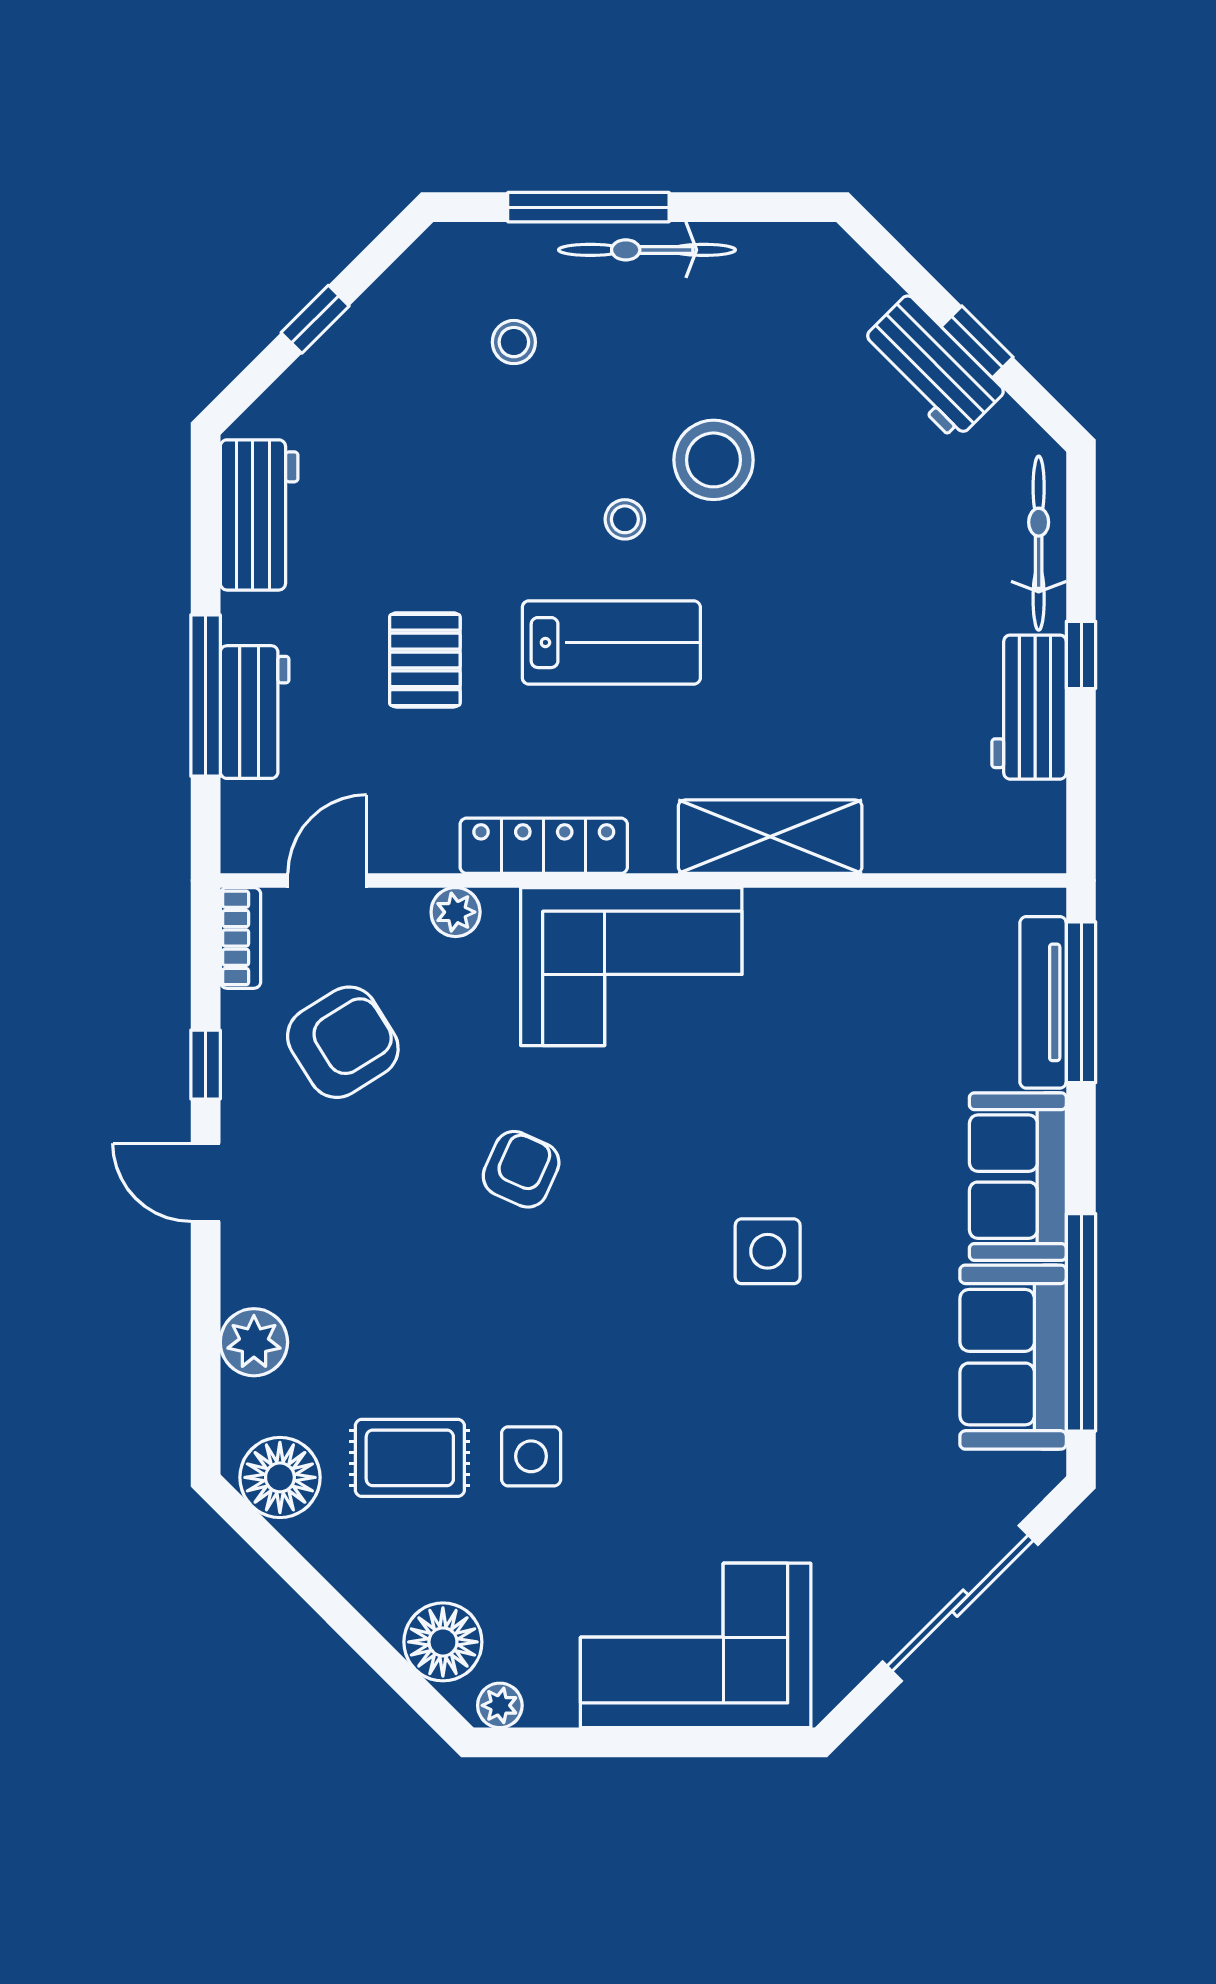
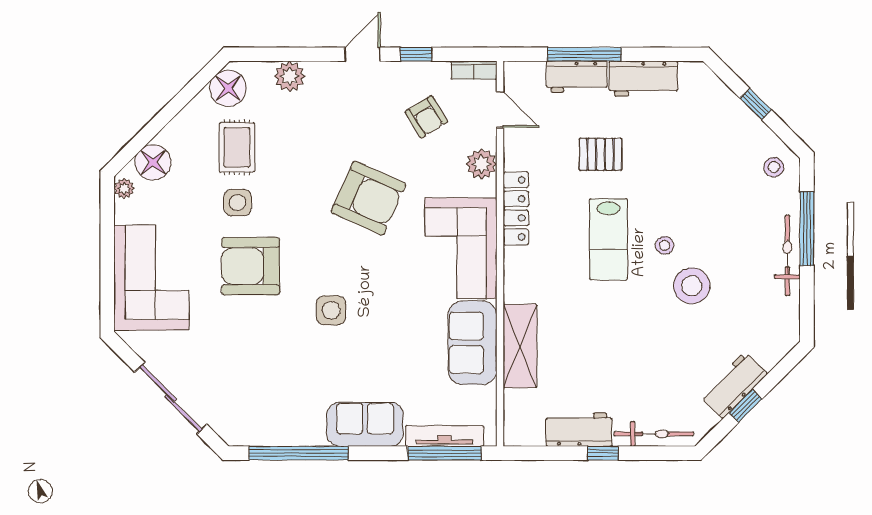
stool: (514, 342) -> (774, 167), moved
workbench: (259, 515) -> (643, 79), moved
shelving: (770, 837) -> (520, 346), moved
plant: (456, 912) -> (481, 164), width x1.38, depth x1.38
armchair: (343, 1042) -> (426, 117), width x0.72, depth x0.72
armchair: (521, 1169) -> (368, 198), width x1.88, depth x1.88
sofa: (1013, 1357) -> (473, 343), moved, turned -90
armchair: (671, 1428) -> (251, 266), added

